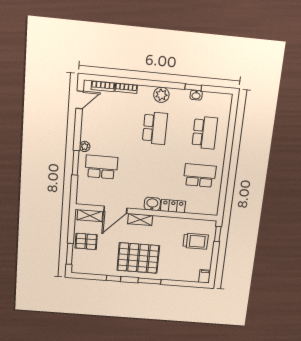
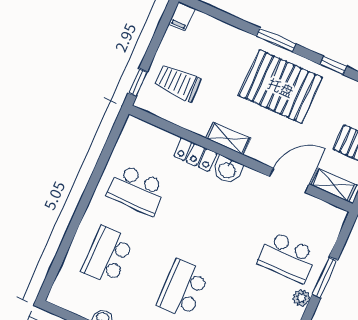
shelving: (140, 220) -> (228, 138), moved

